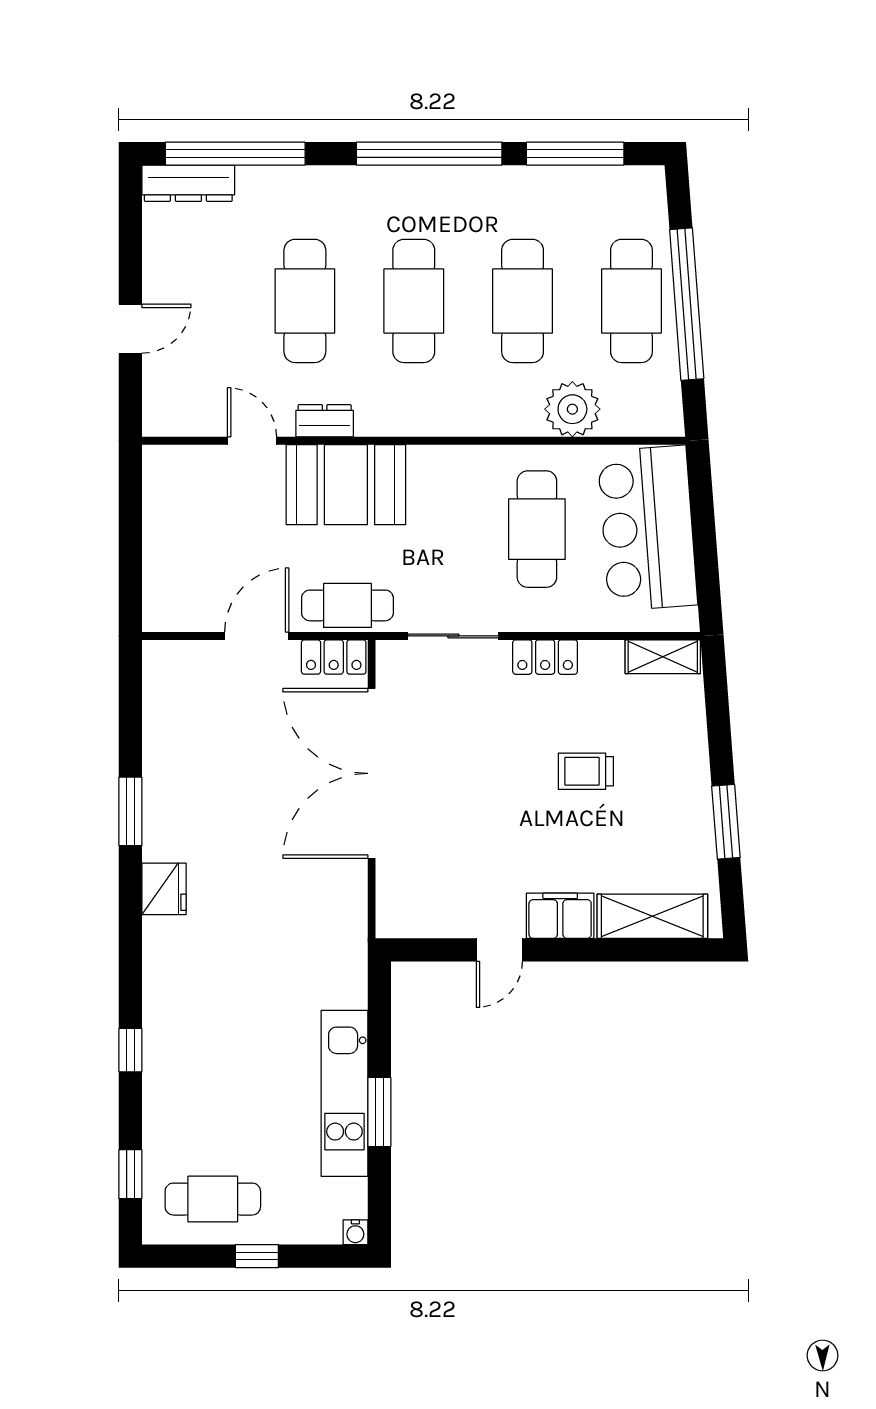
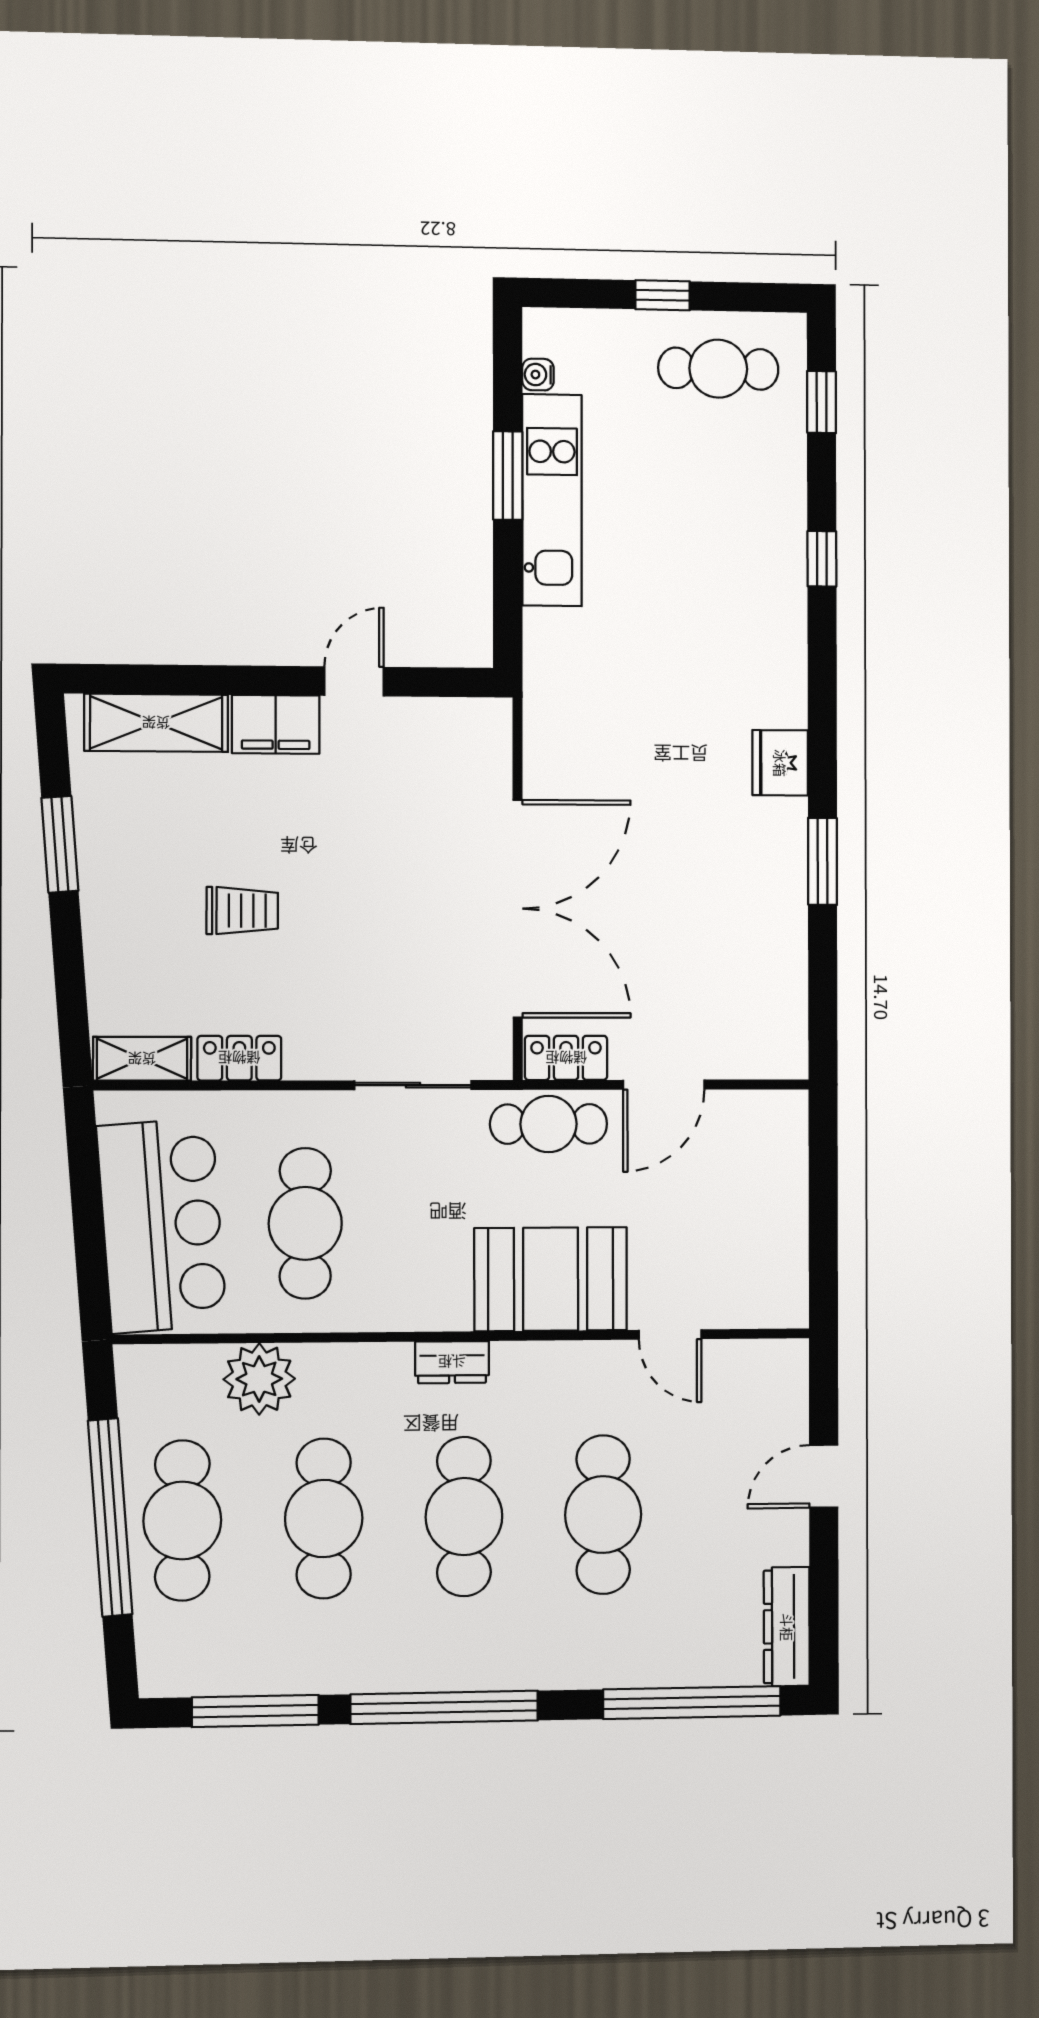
dresser: (188, 183) -> (787, 1627), moved, turned -90
dresser: (325, 421) -> (452, 1362), moved
locker: (545, 657) -> (239, 1058), moved
water cooler: (355, 1232) -> (538, 375), moved, turned -90

